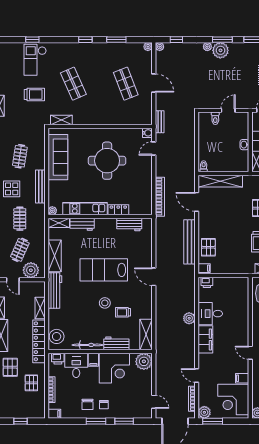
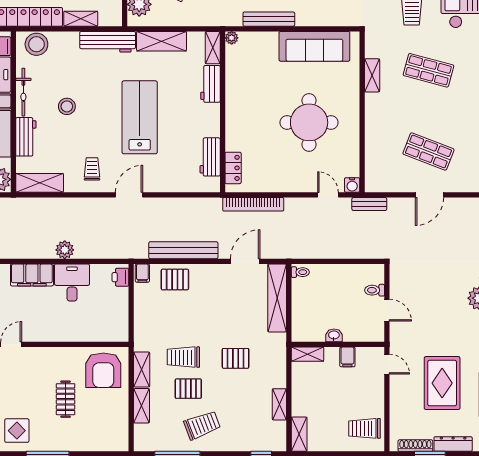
shop shelf: (73, 84) -> (428, 70), turned 39
shop shelf: (126, 84) -> (428, 152), turned 42
shelving: (61, 120) -> (372, 75), moved
kitchen unit: (85, 209) -> (235, 88), removed
locker: (118, 210) -> (233, 168), moved
stool: (105, 303) -> (67, 106), moved
trolley: (123, 312) -> (92, 169), moved

